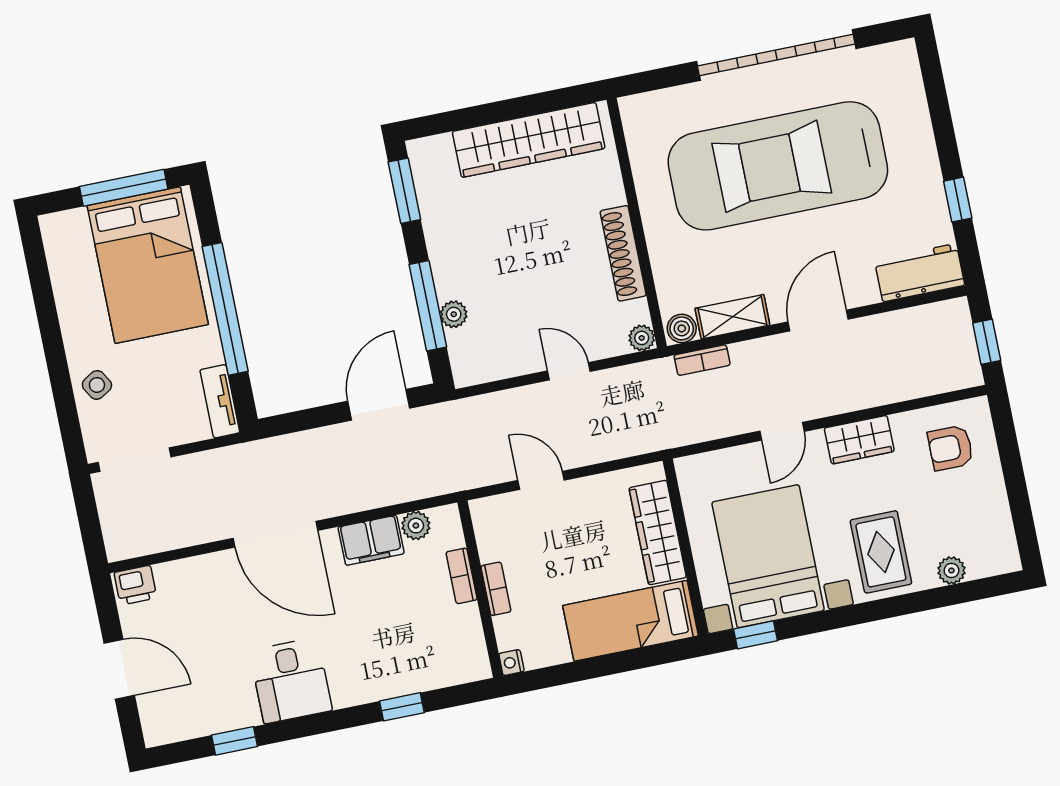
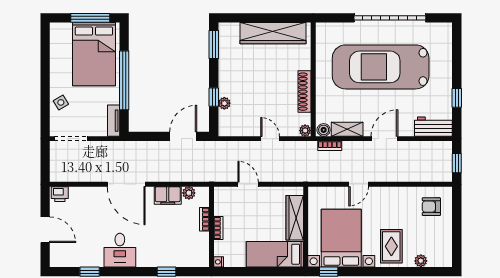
window: (428, 306) -> (214, 97), width x0.46
wardrobe: (859, 440) -> (392, 195), removed

